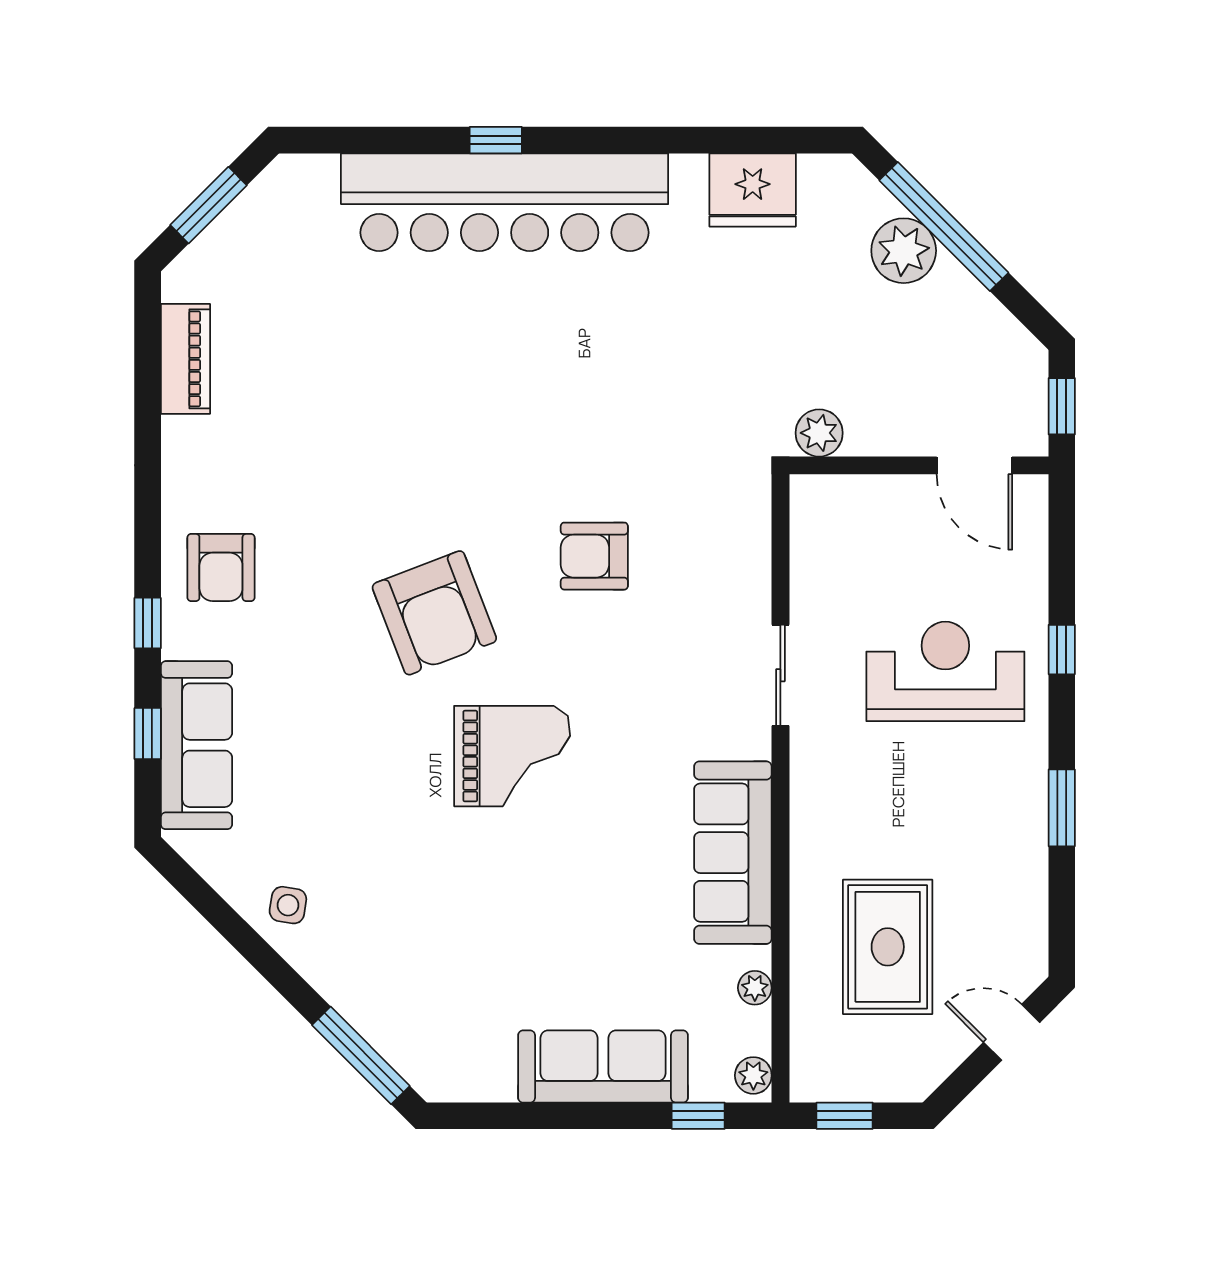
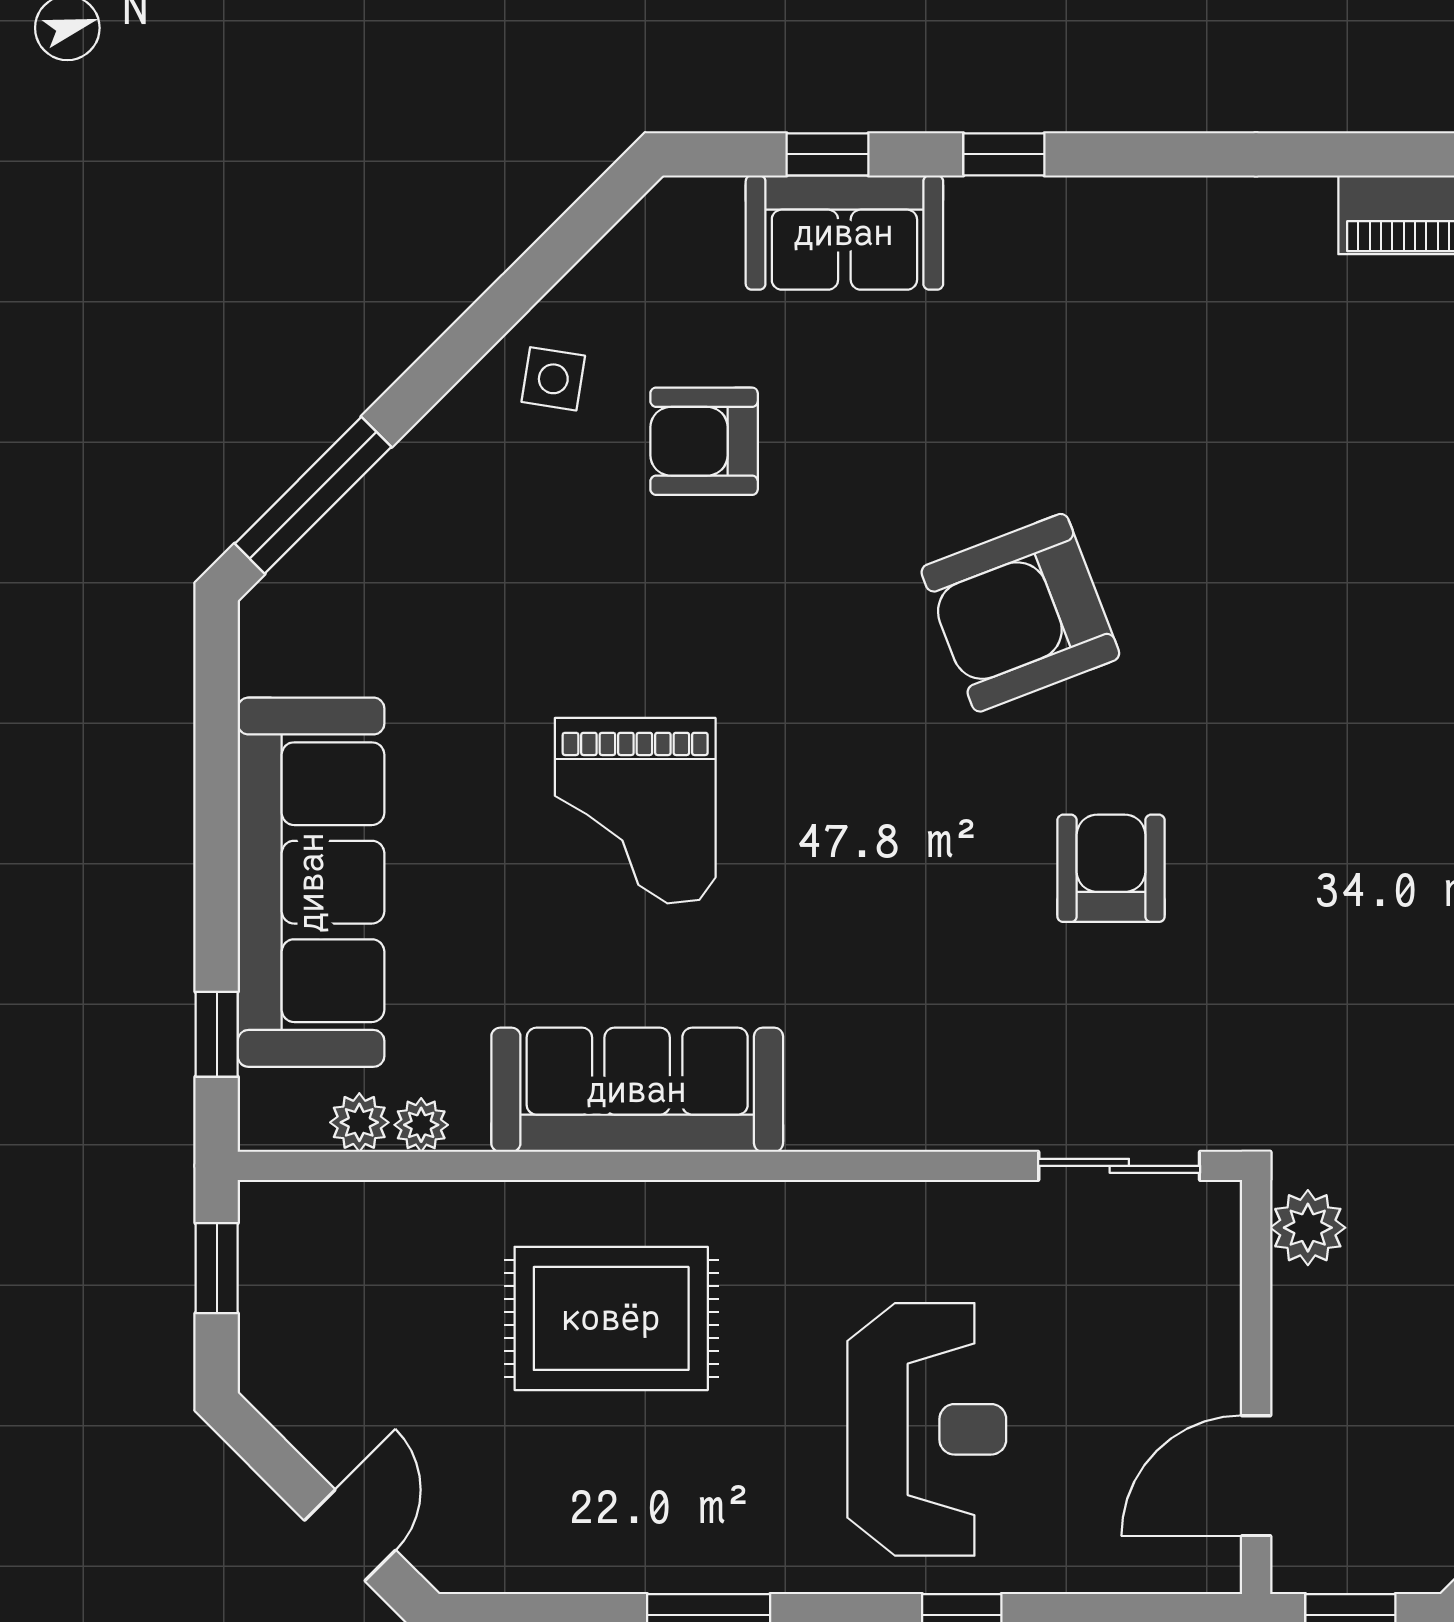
armchair: (221, 567) -> (704, 441), moved
sliding door: (780, 675) -> (1119, 1166), moved
sofa: (196, 745) -> (844, 233), width x0.73
grand piano: (512, 756) -> (635, 811), moved
rug: (888, 947) -> (611, 1318), moved
sofa: (603, 1067) -> (311, 882), width x1.36, depth x1.27
plant: (753, 1075) -> (359, 1122), moved

